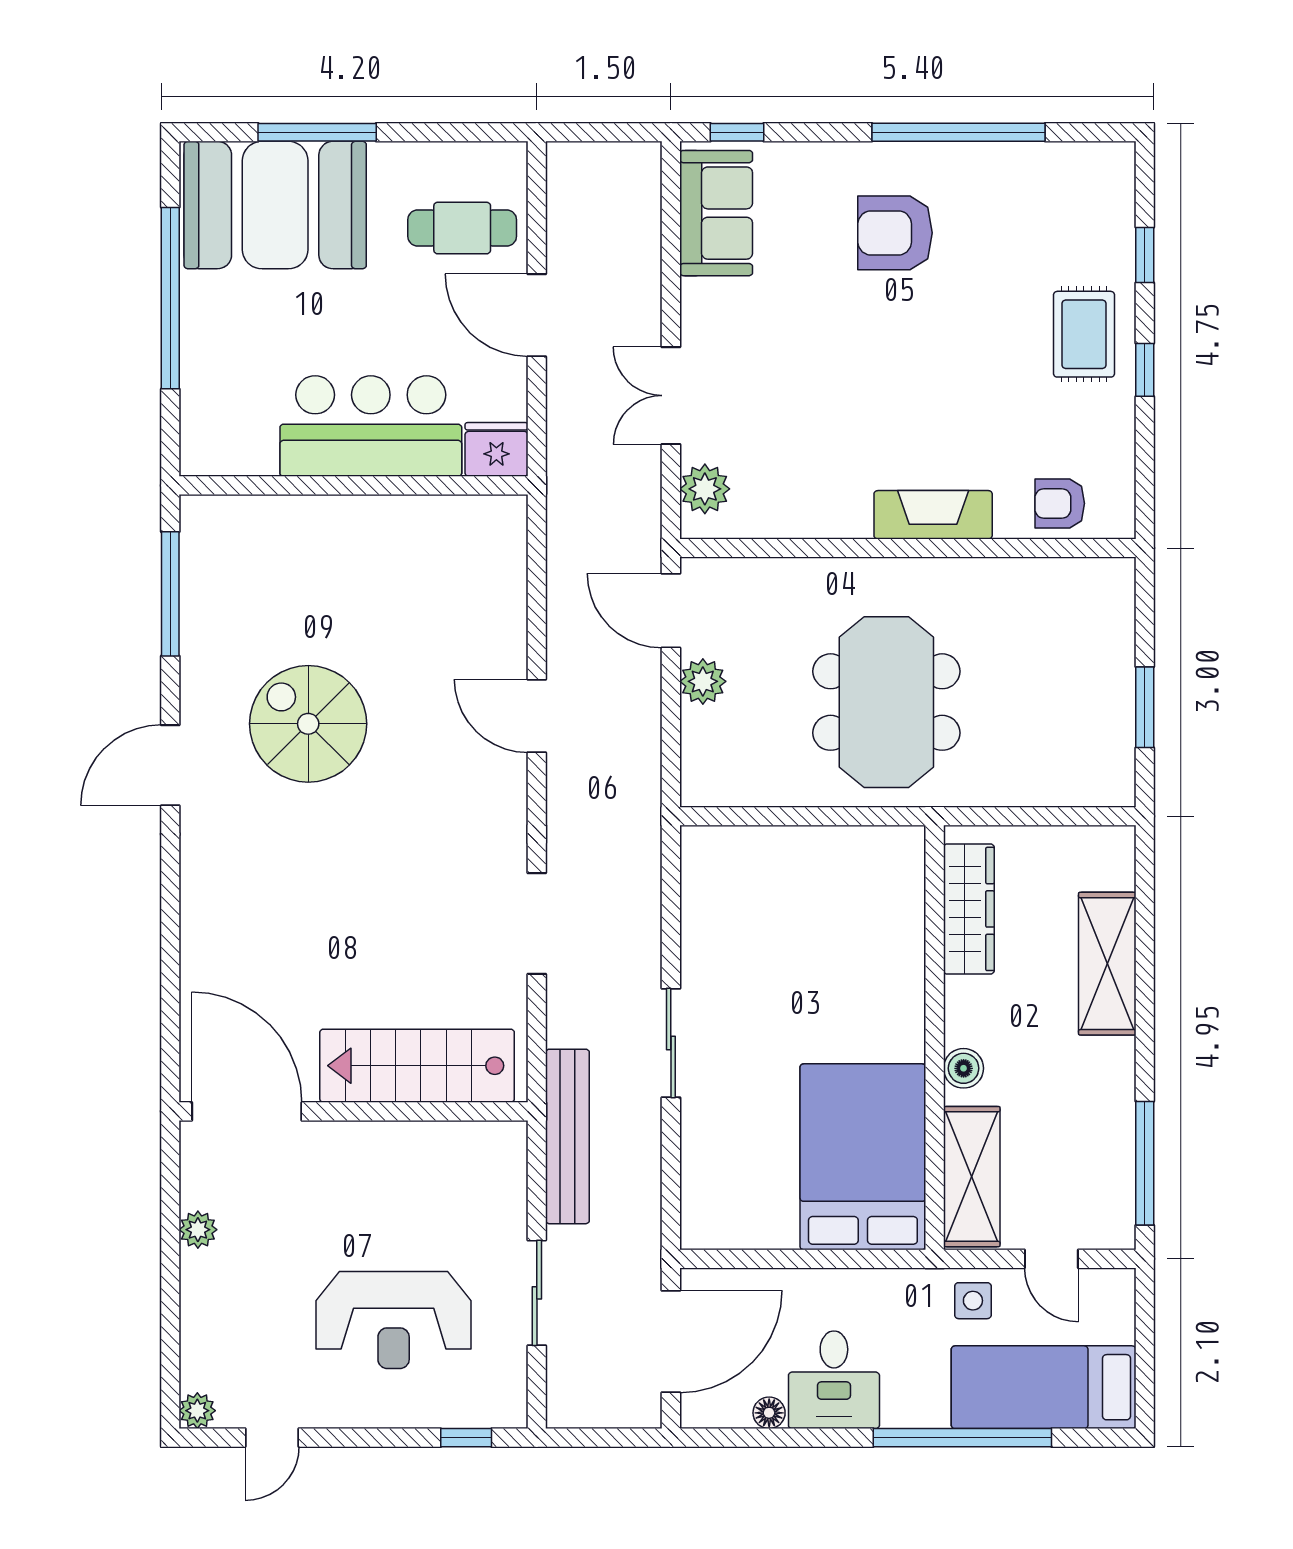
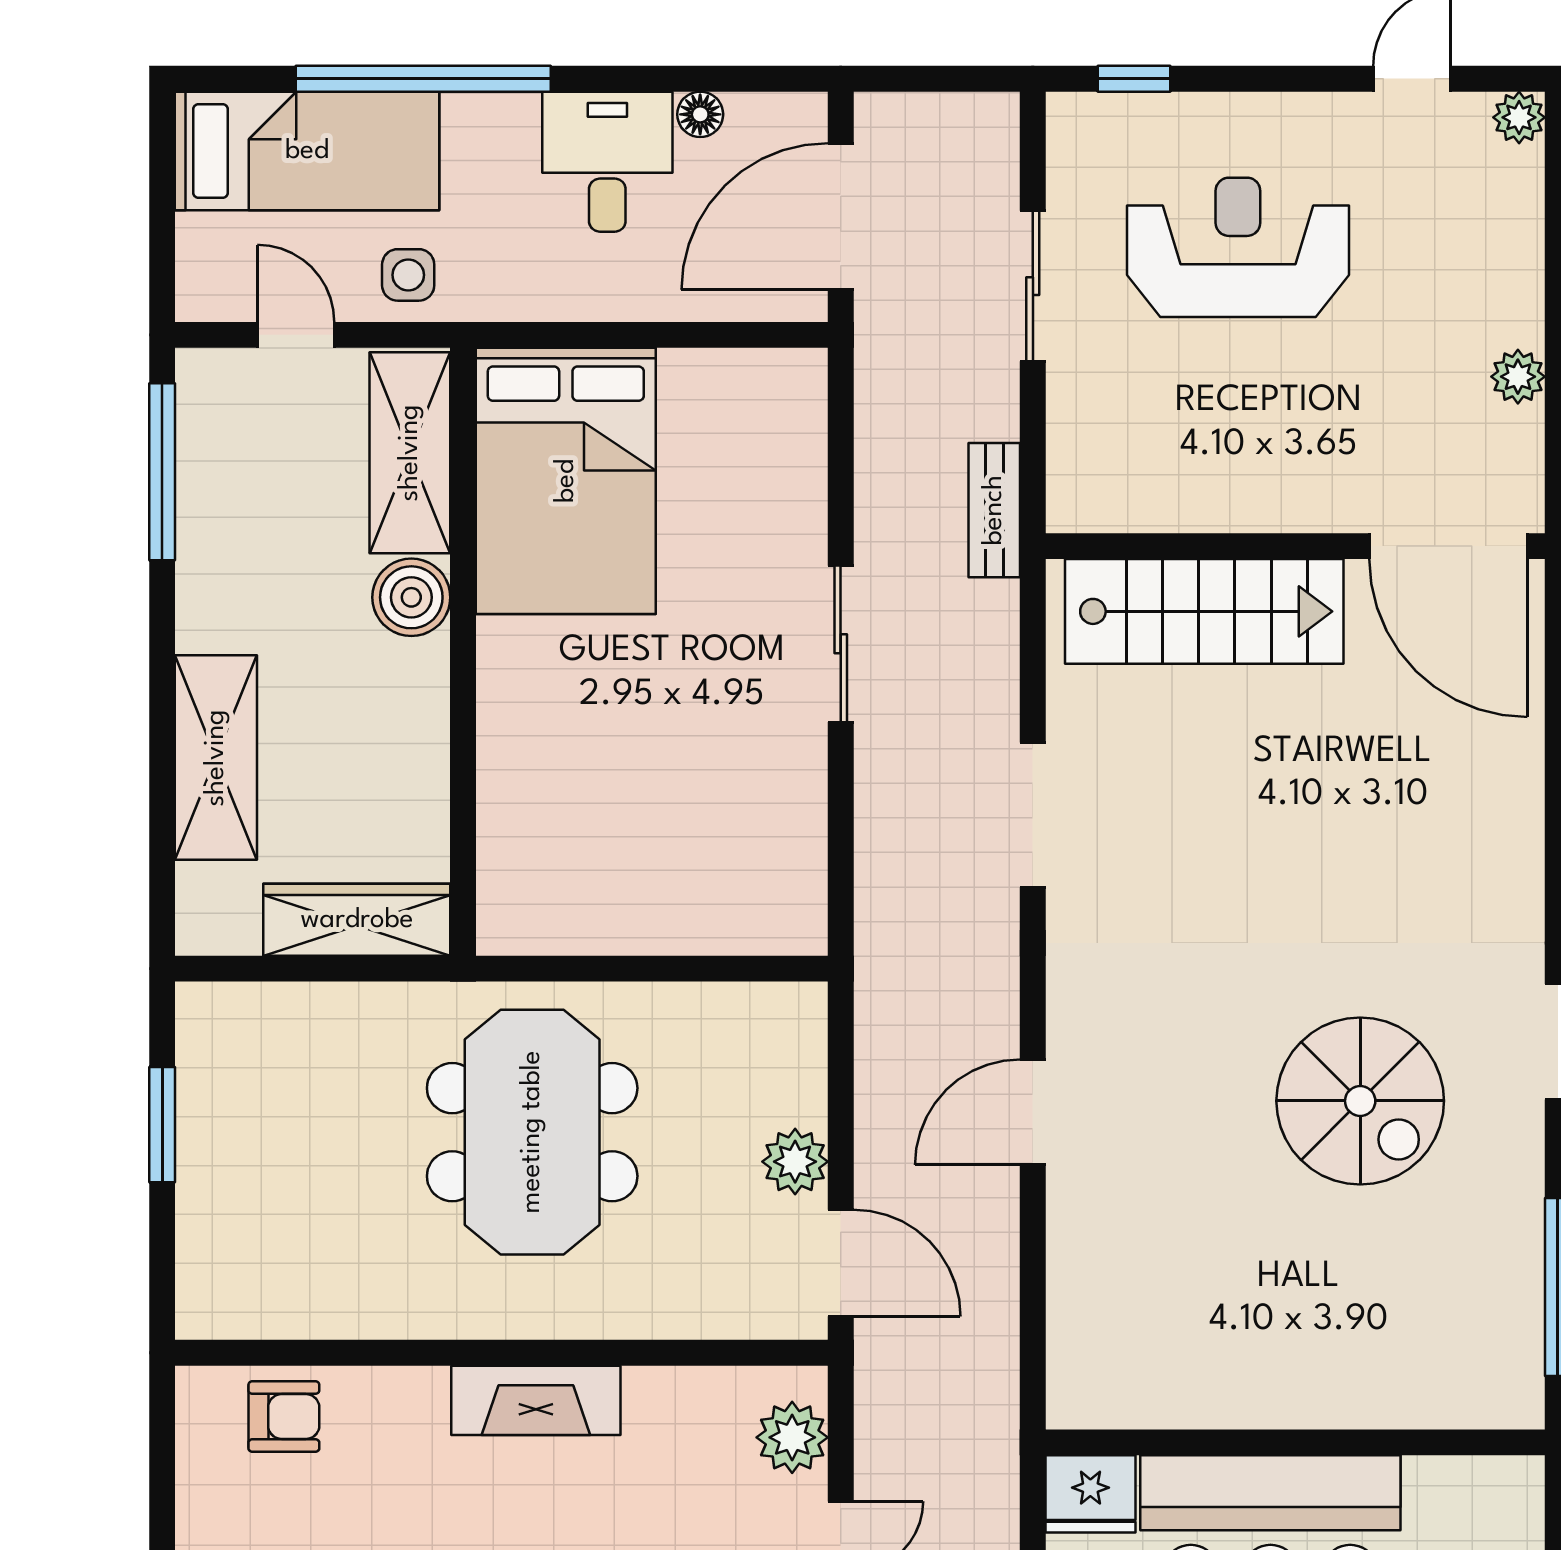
fireplace: (933, 515) -> (536, 1400), moved
door: (537, 716) -> (1033, 1112), swing flipped
wardrobe: (969, 909) -> (357, 920), moved, turned 90
boiler: (964, 1068) -> (411, 597), width x1.36, depth x1.36
bench: (567, 1136) -> (994, 510), width x0.54, depth x0.82

